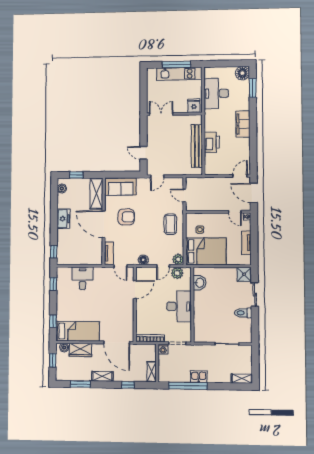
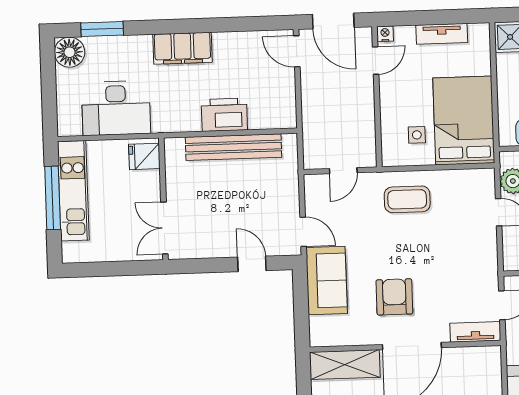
door: (143, 153) -> (252, 264), swing flipped
sofa: (121, 187) -> (327, 280), moved
door: (254, 193) -> (333, 21), hinge flipped
plant: (178, 259) -> (483, 180), removed
floor lamp: (143, 260) -> (487, 256), removed

